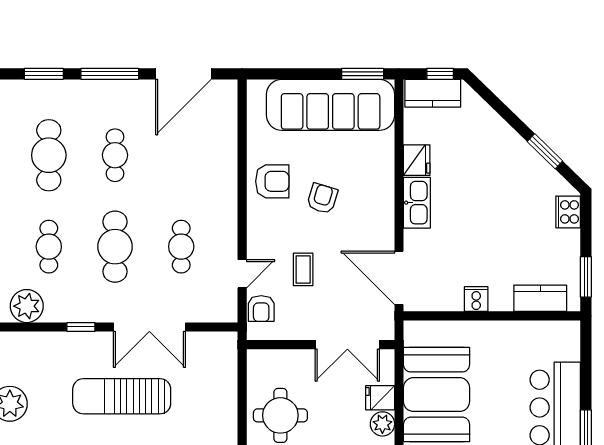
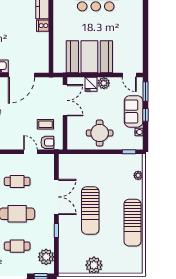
coffee table: (303, 269) -> (45, 124), moved
door: (399, 278) -> (21, 75), moved
cooker: (476, 299) -> (43, 26), moved

